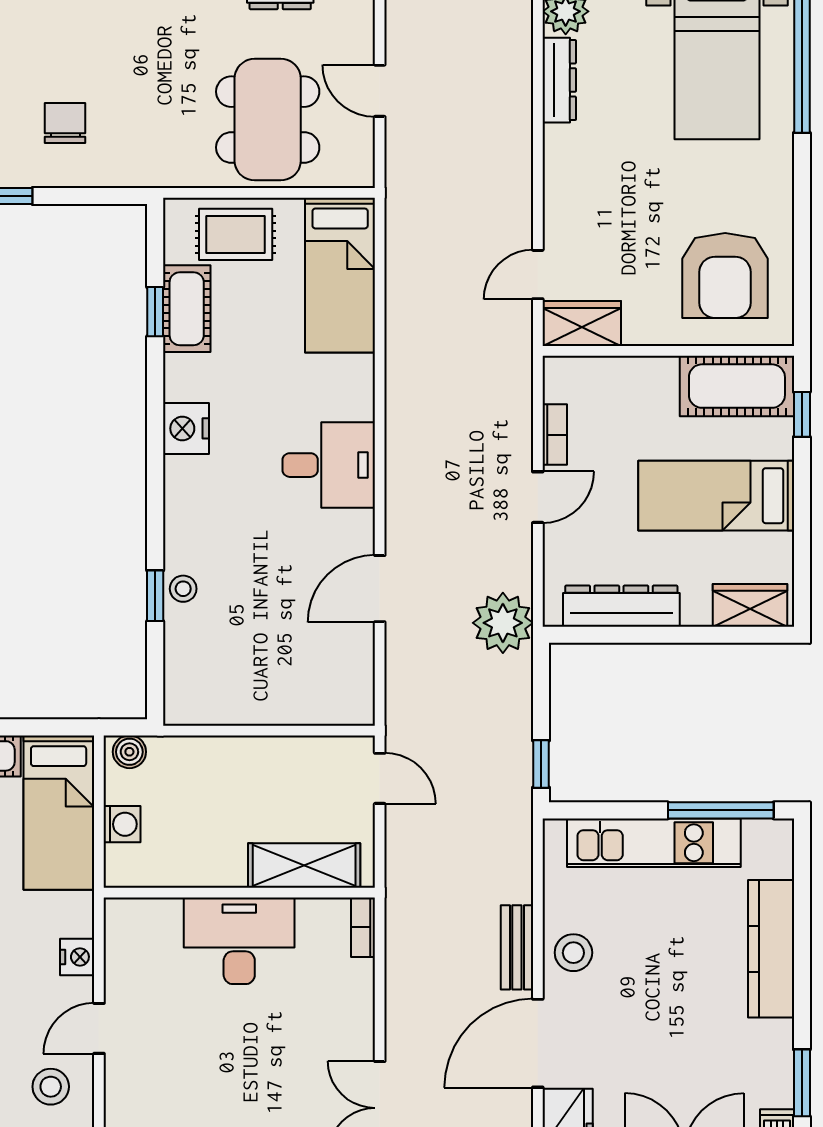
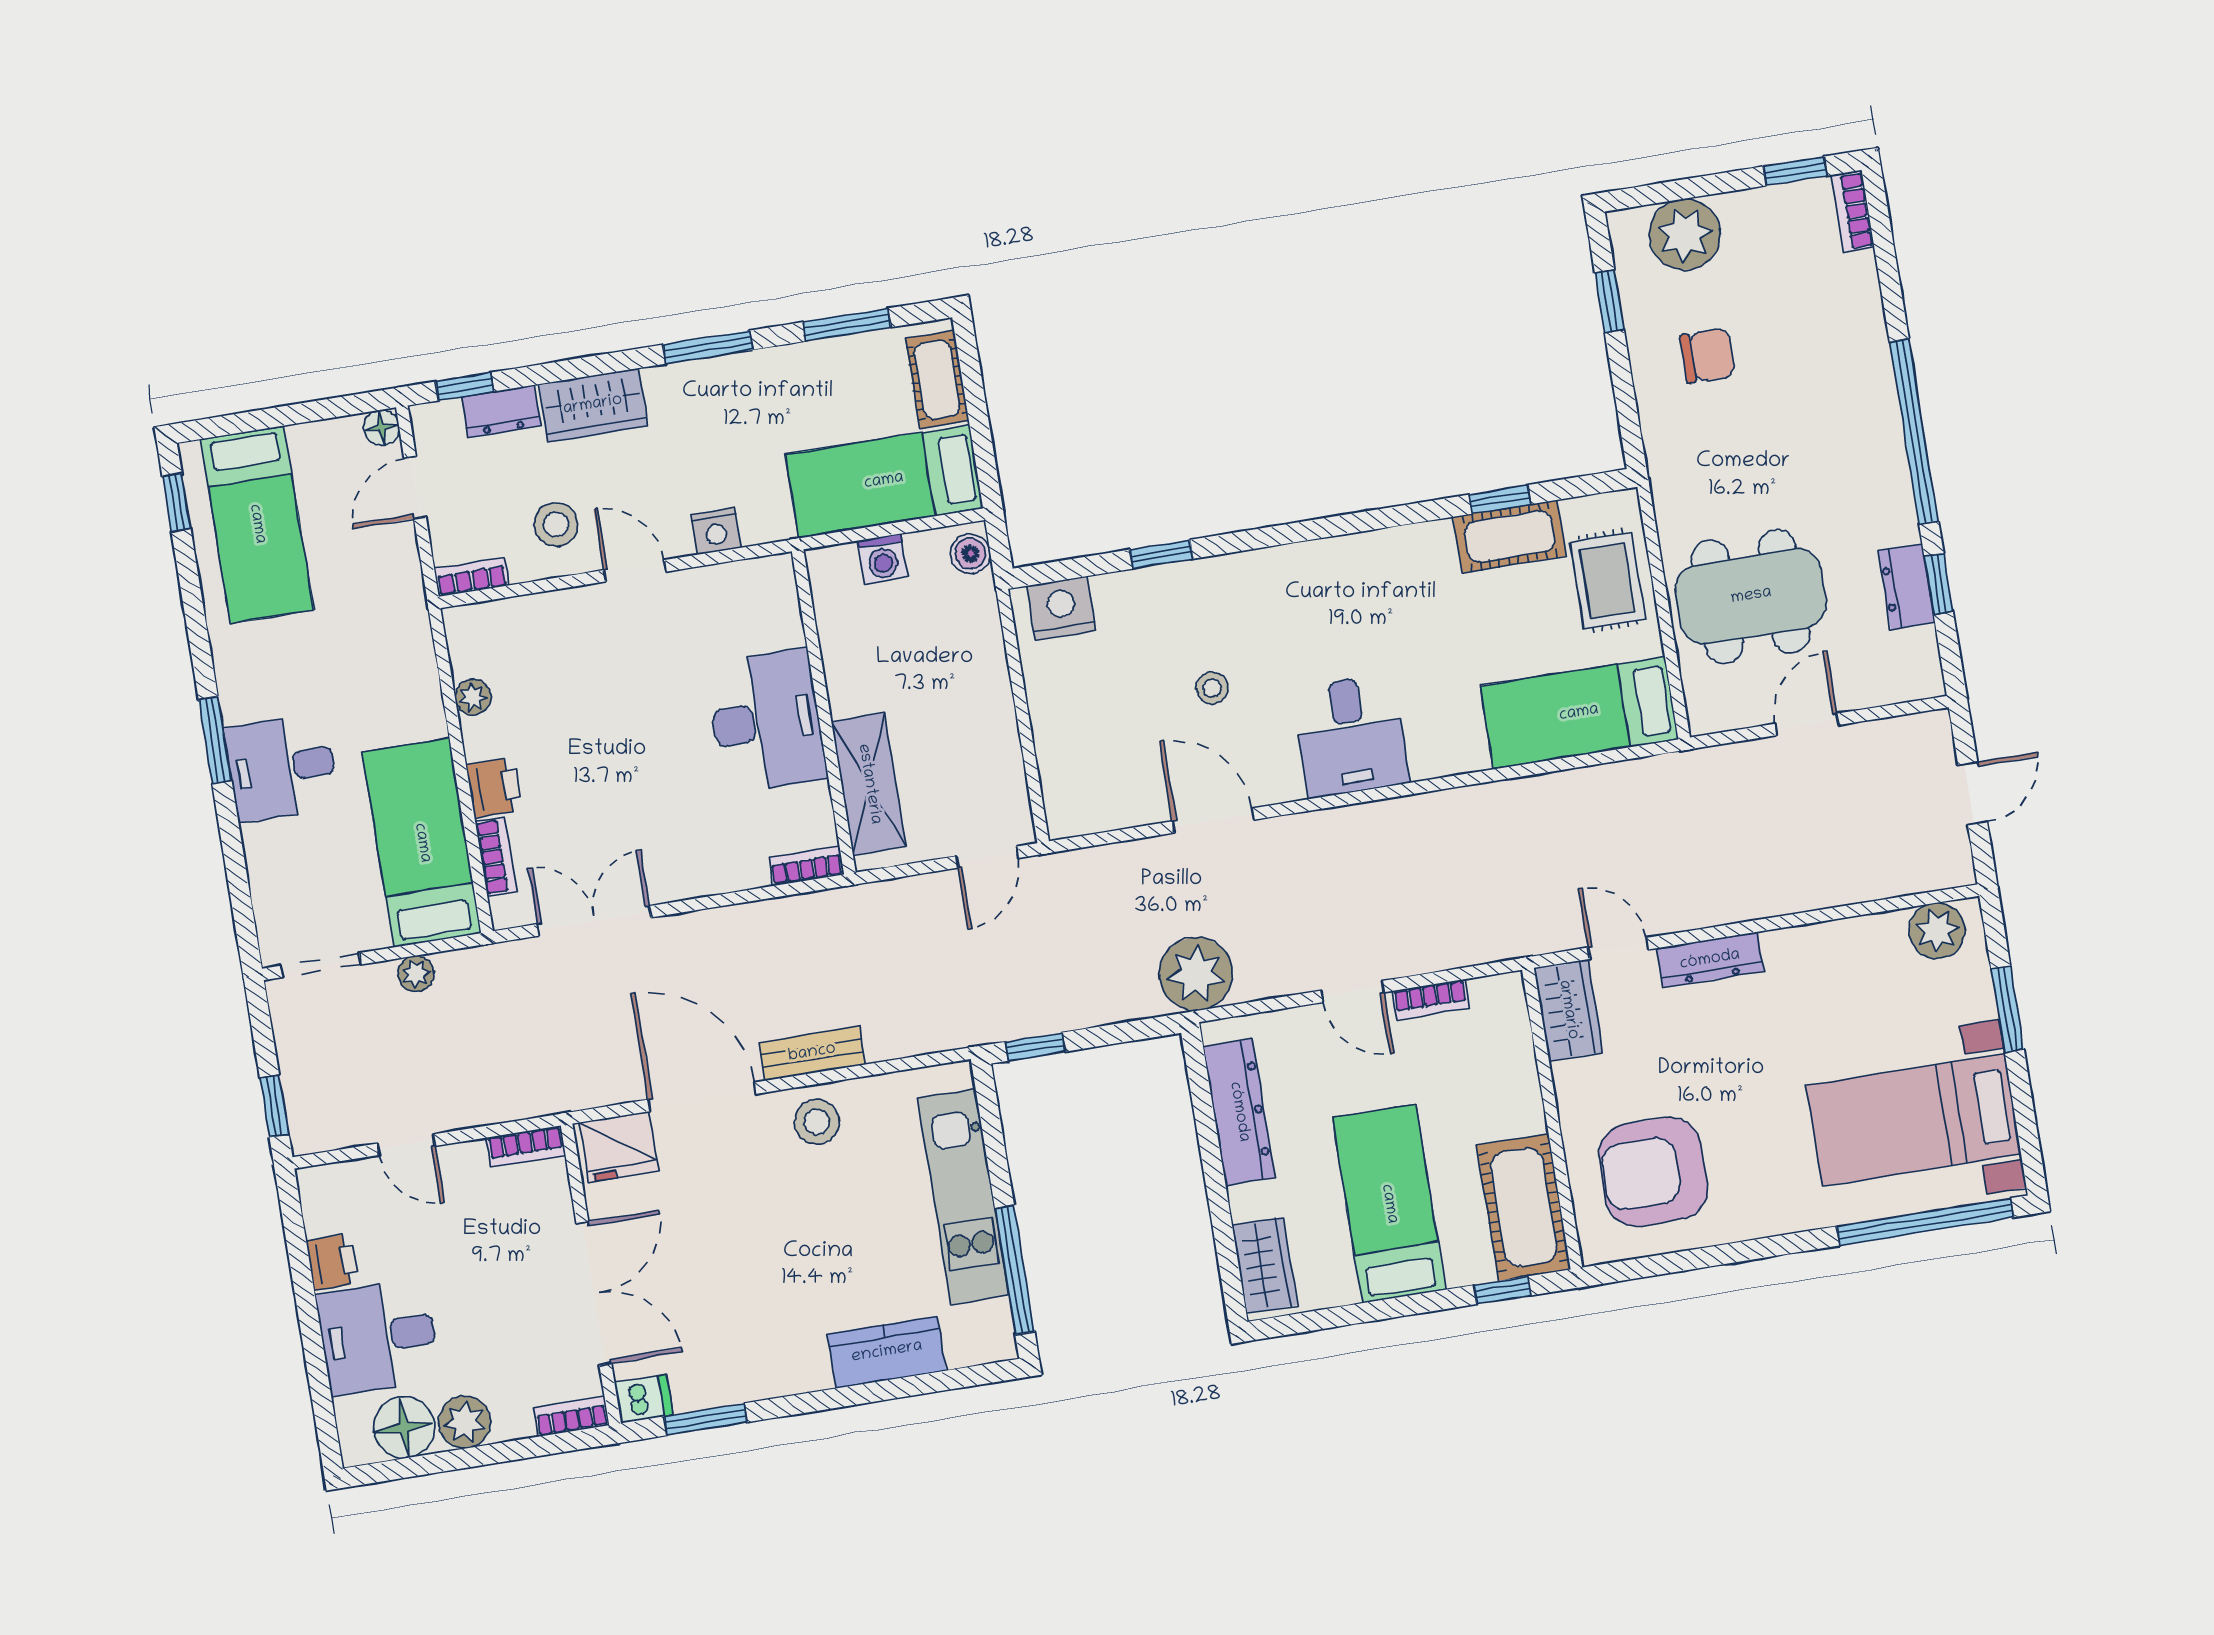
dresser: (559, 80) -> (1710, 960), moved
nightstand: (186, 428) -> (1061, 608), moved
stool: (183, 589) -> (1212, 688), moved
kitchen counter: (771, 949) -> (887, 1352), width x0.67

